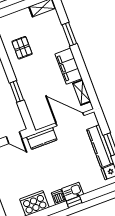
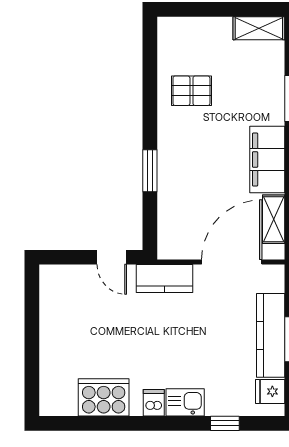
pallet: (22, 48) -> (191, 91), turned 90
door: (70, 119) -> (232, 262), hinge flipped
window: (74, 202) -> (225, 423), moved

